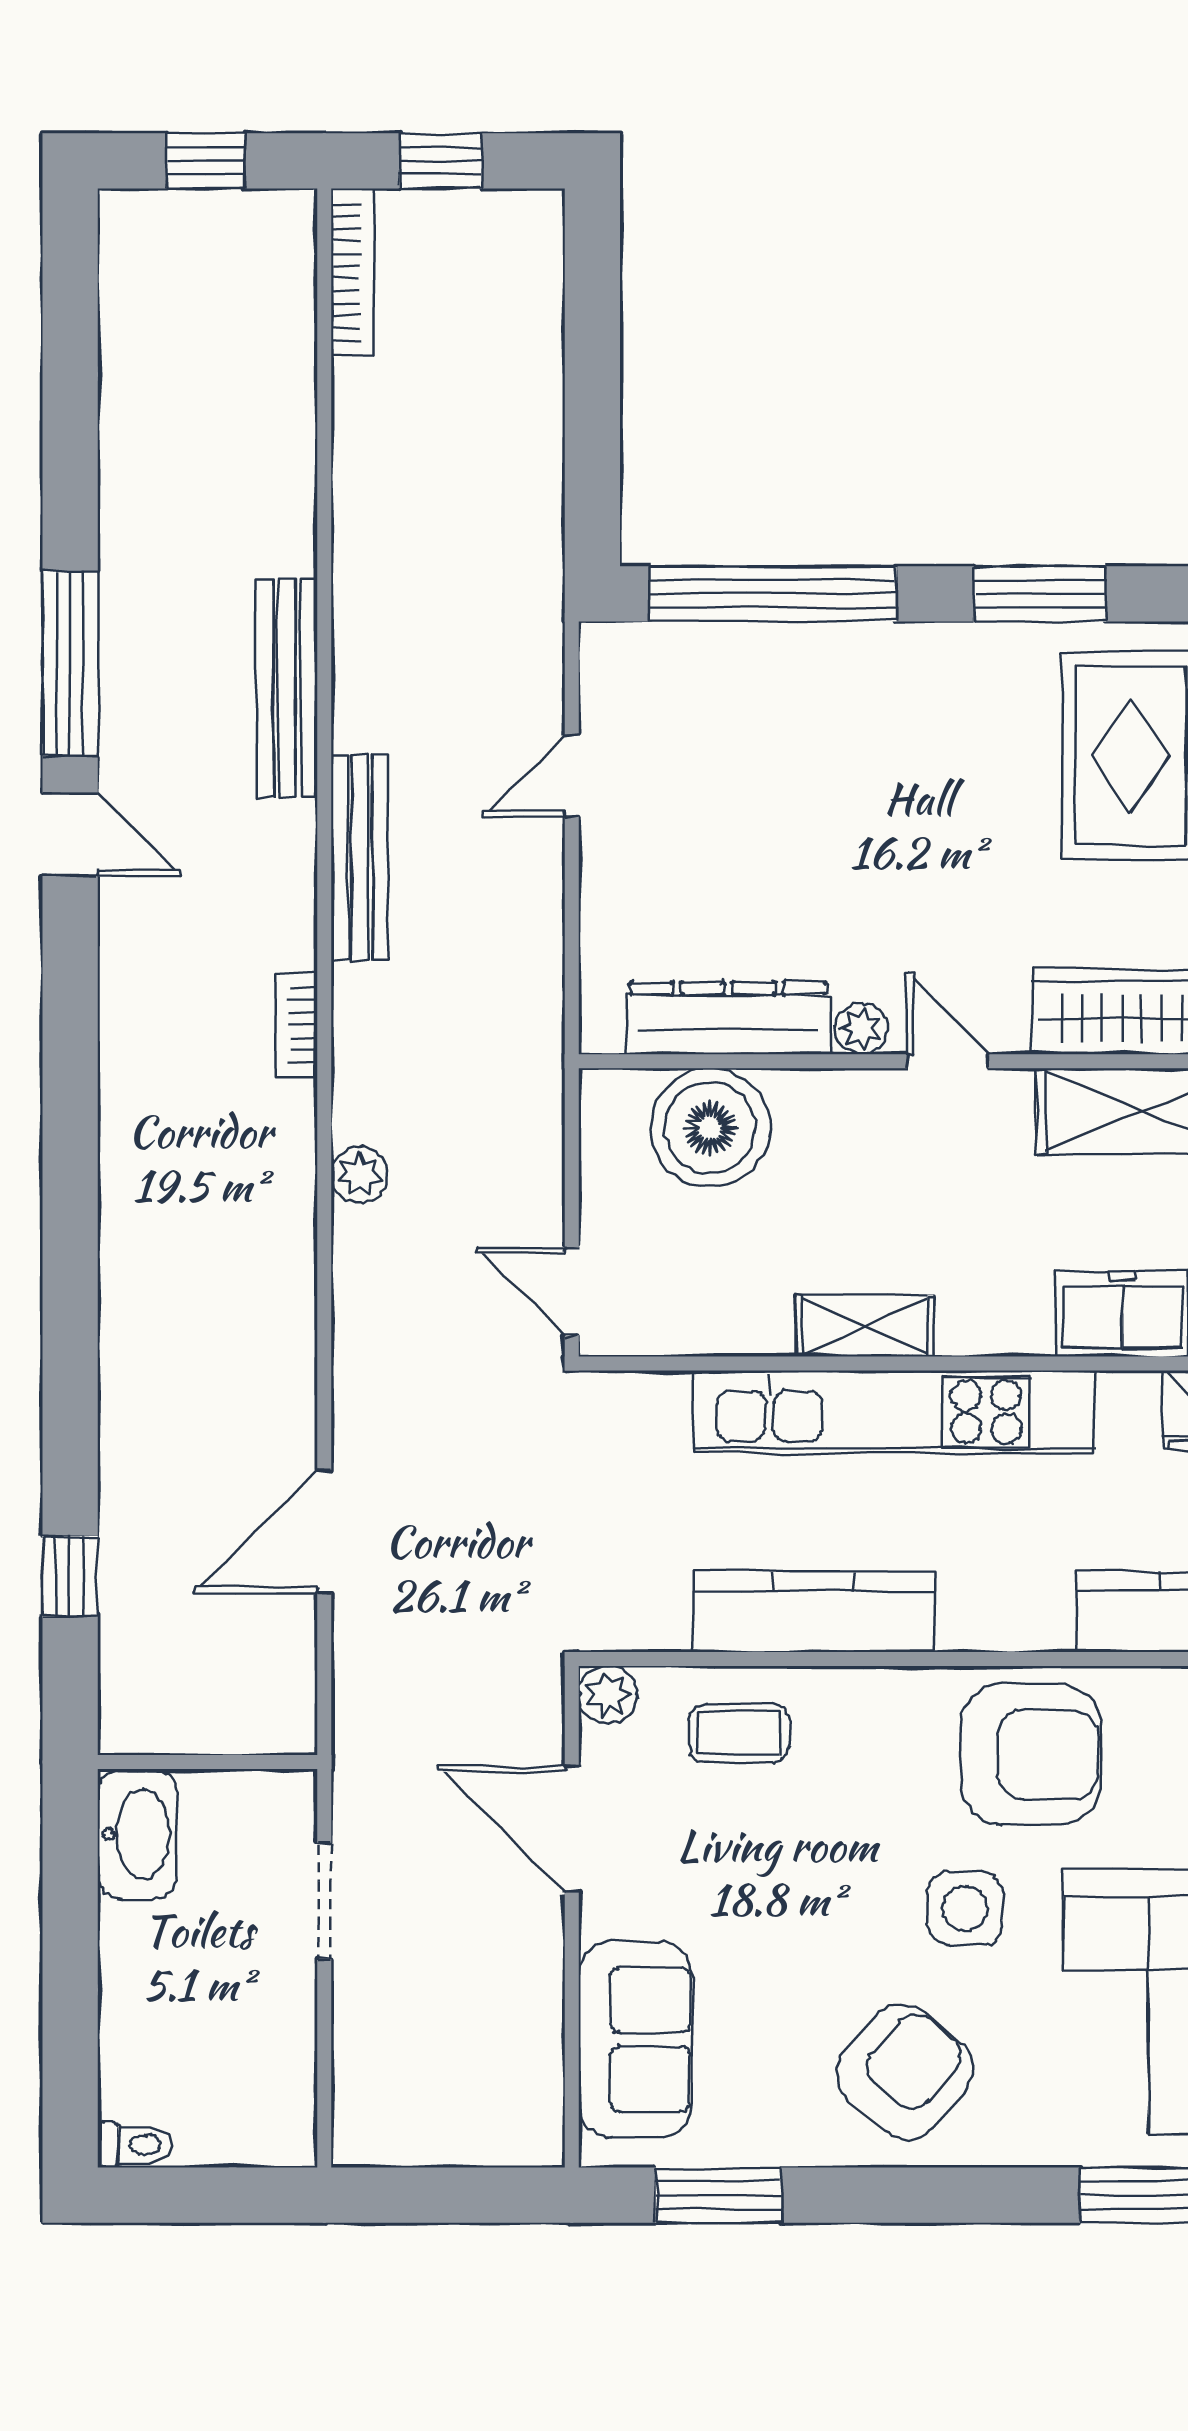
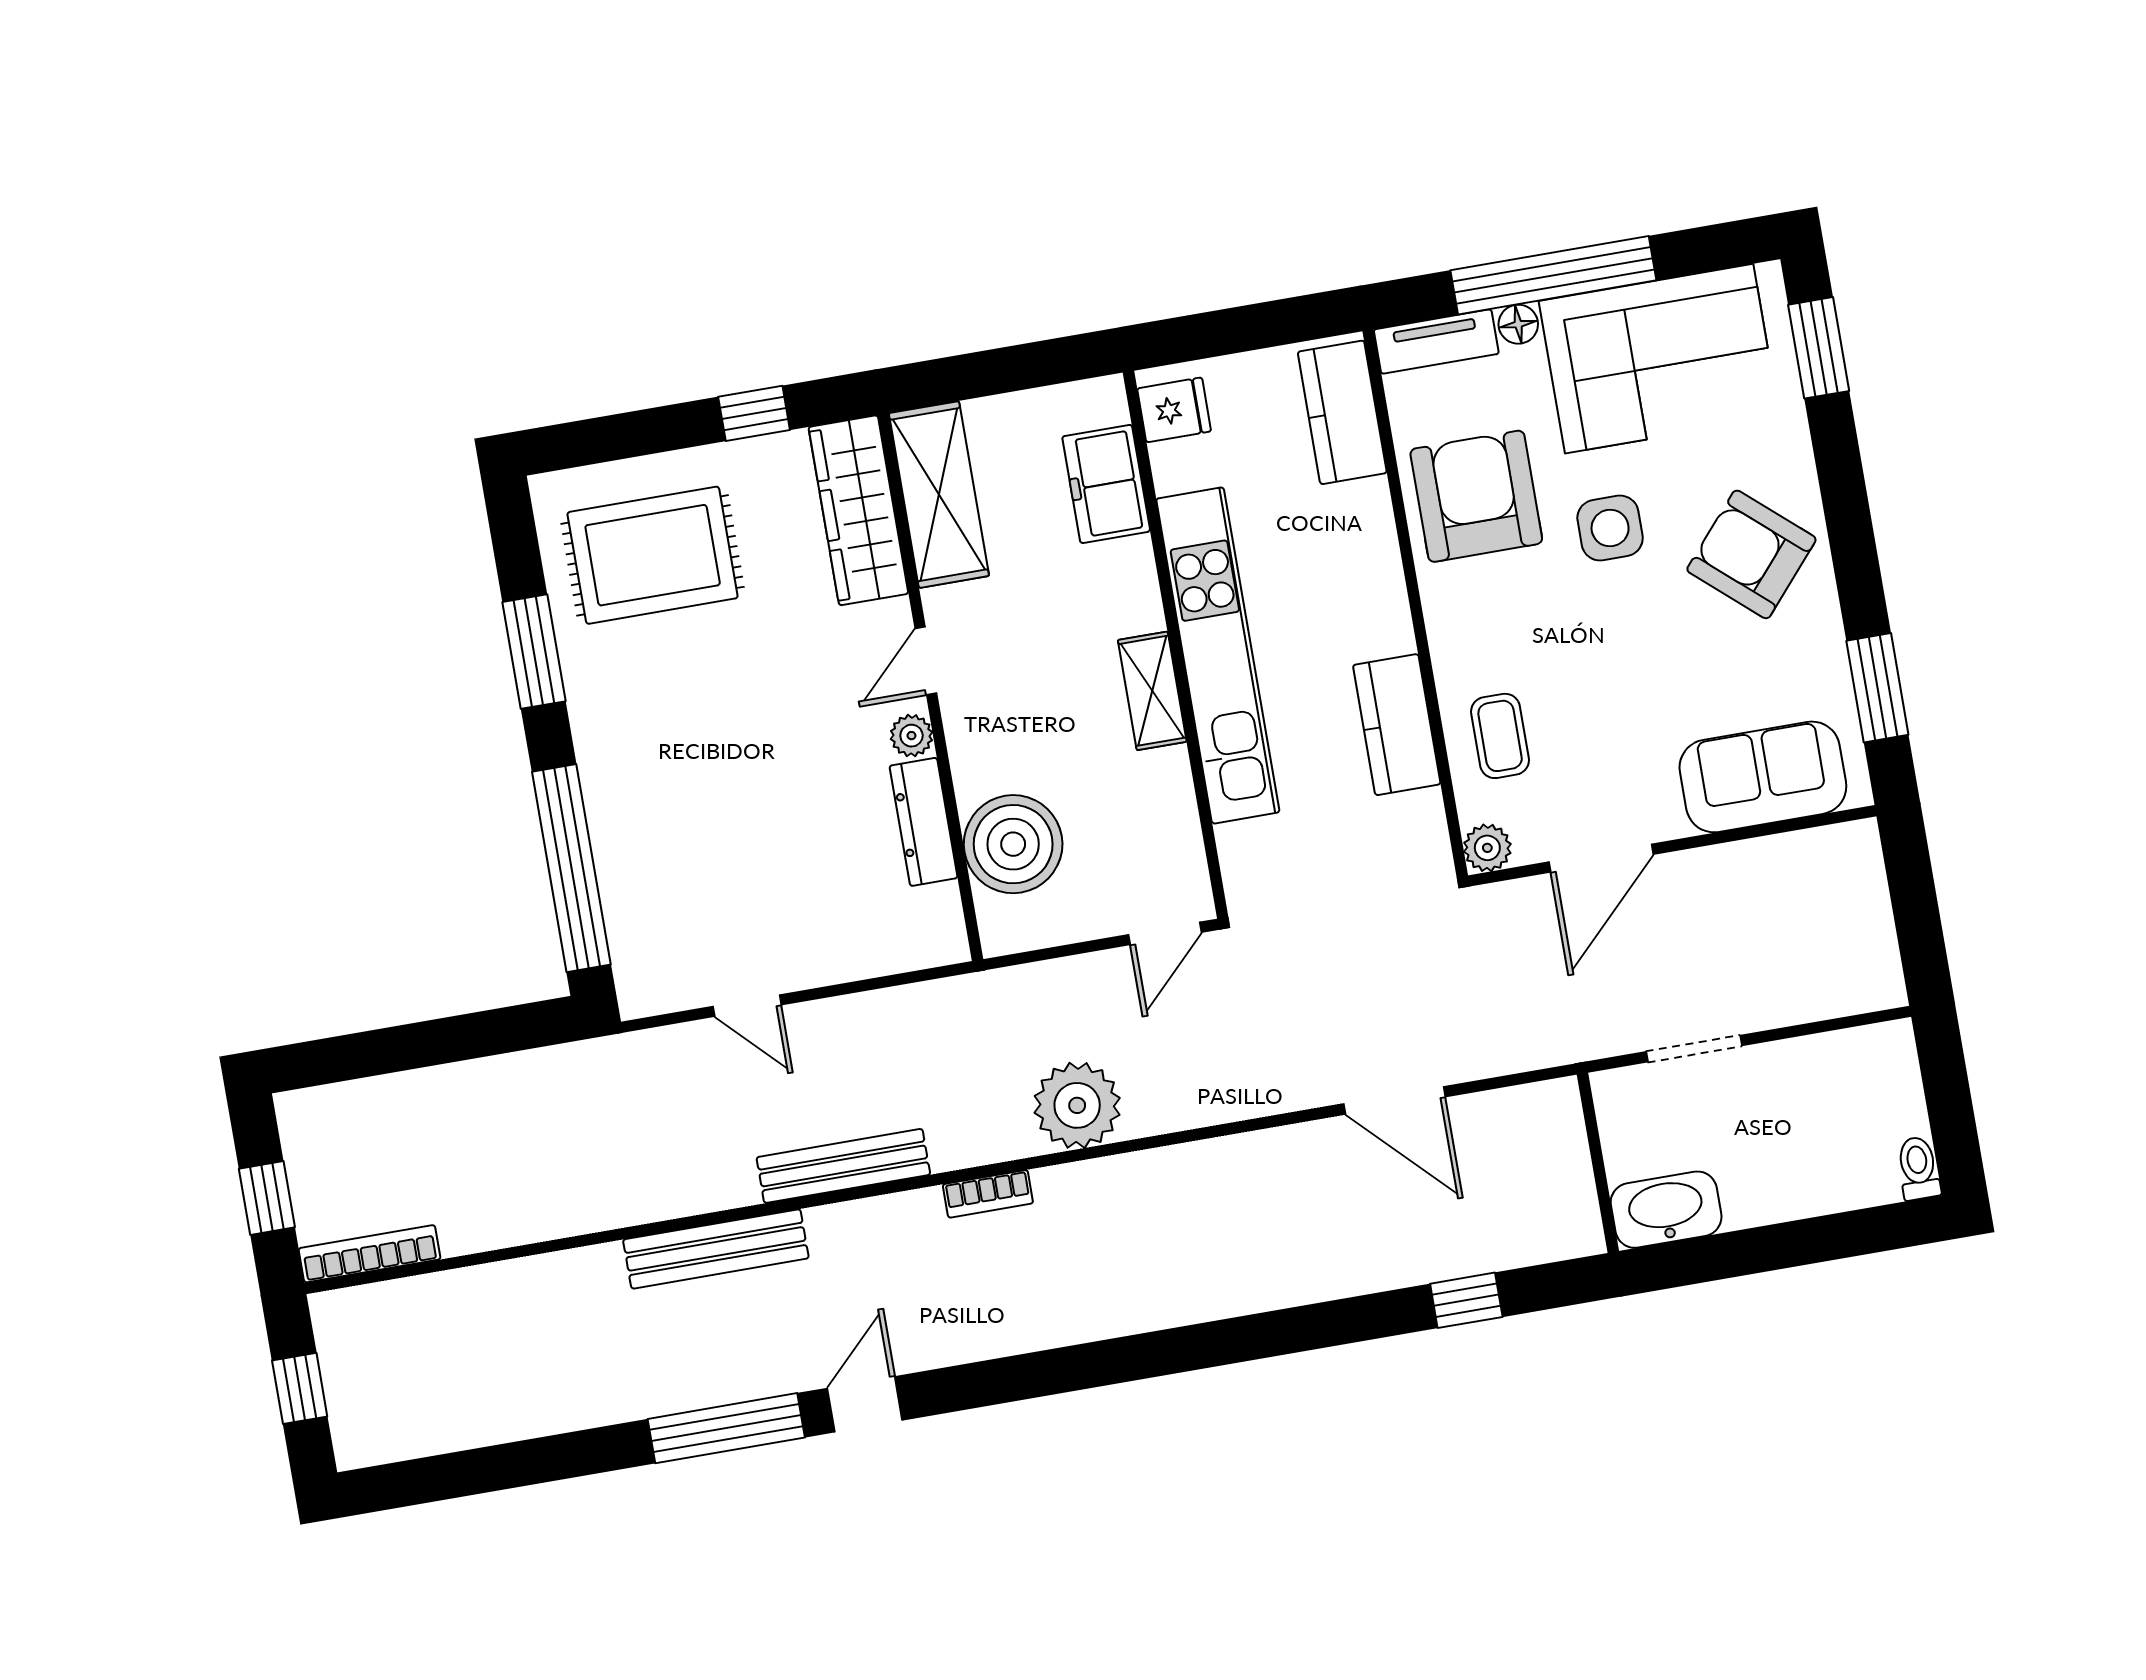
dresser: (728, 1018) -> (924, 822), width x0.73, depth x0.80
plant: (359, 1175) -> (1077, 1105), width x1.87, depth x1.87
kitchen counter: (814, 1612) -> (1397, 725), width x0.67

